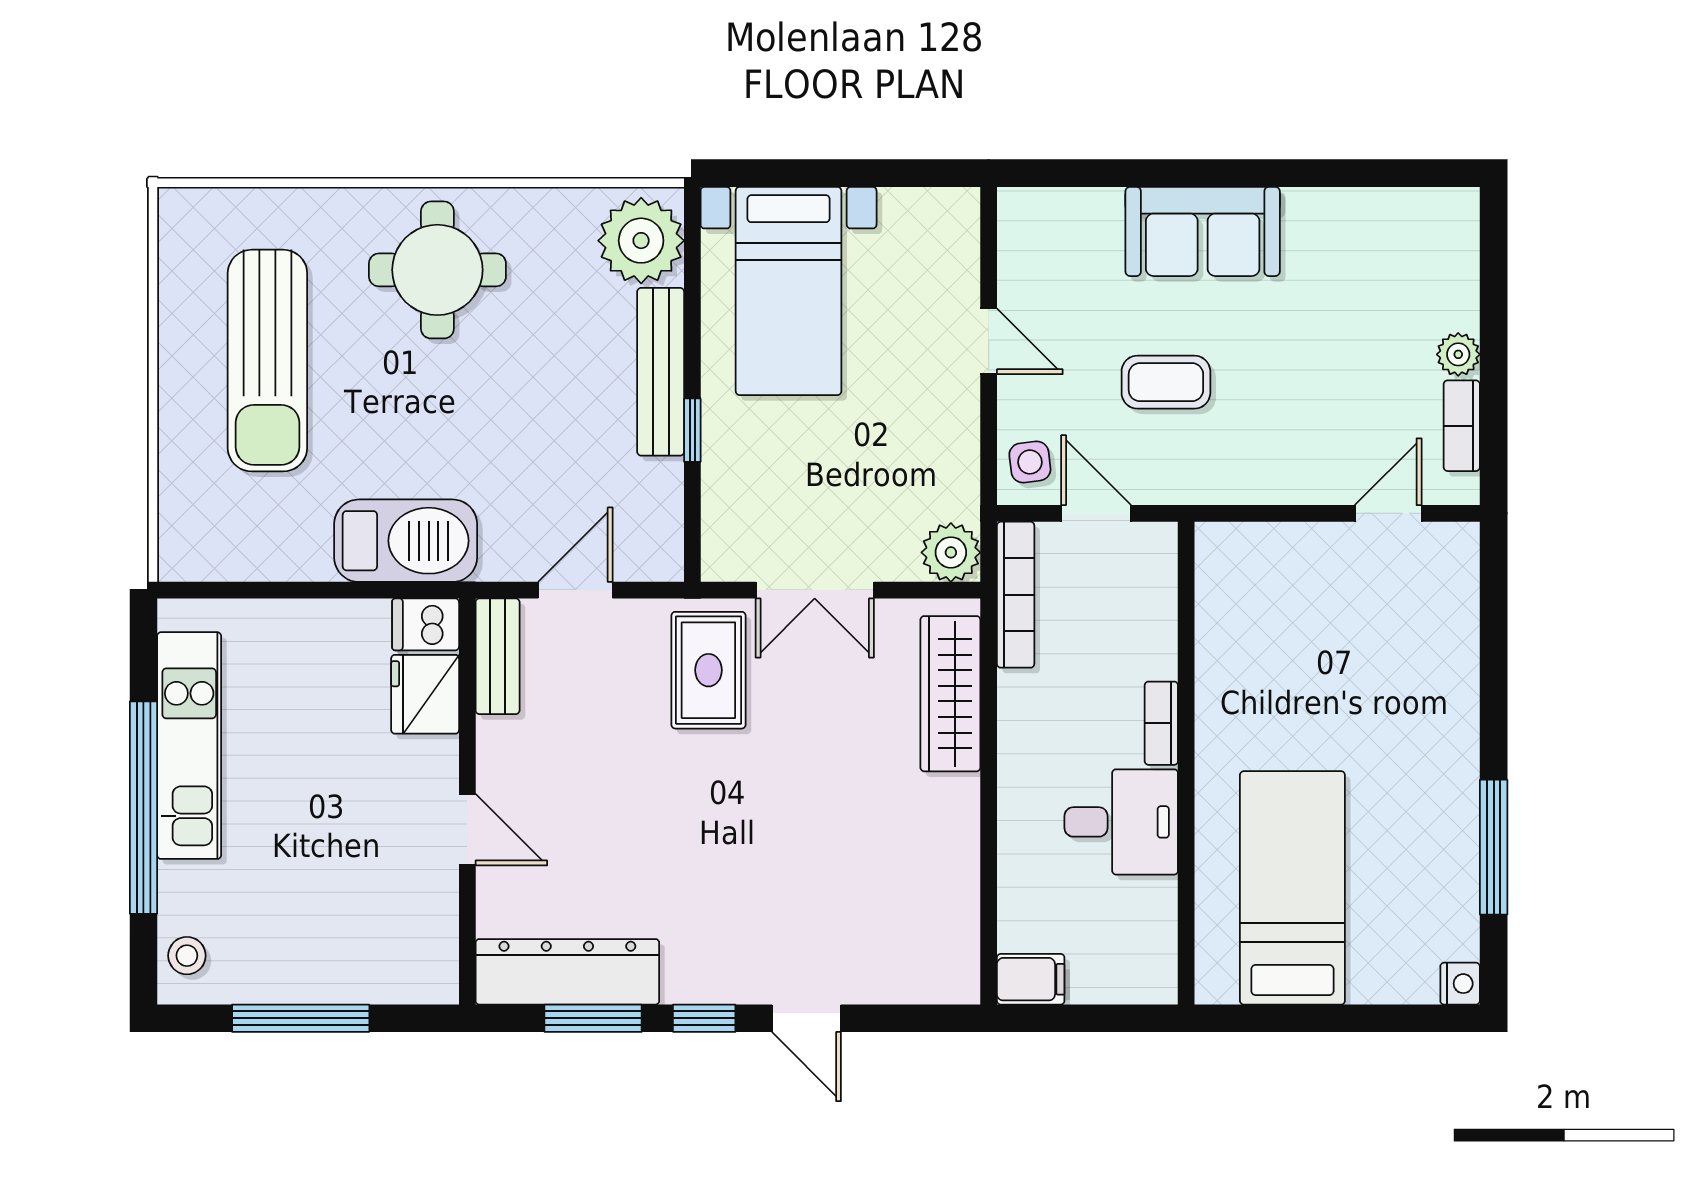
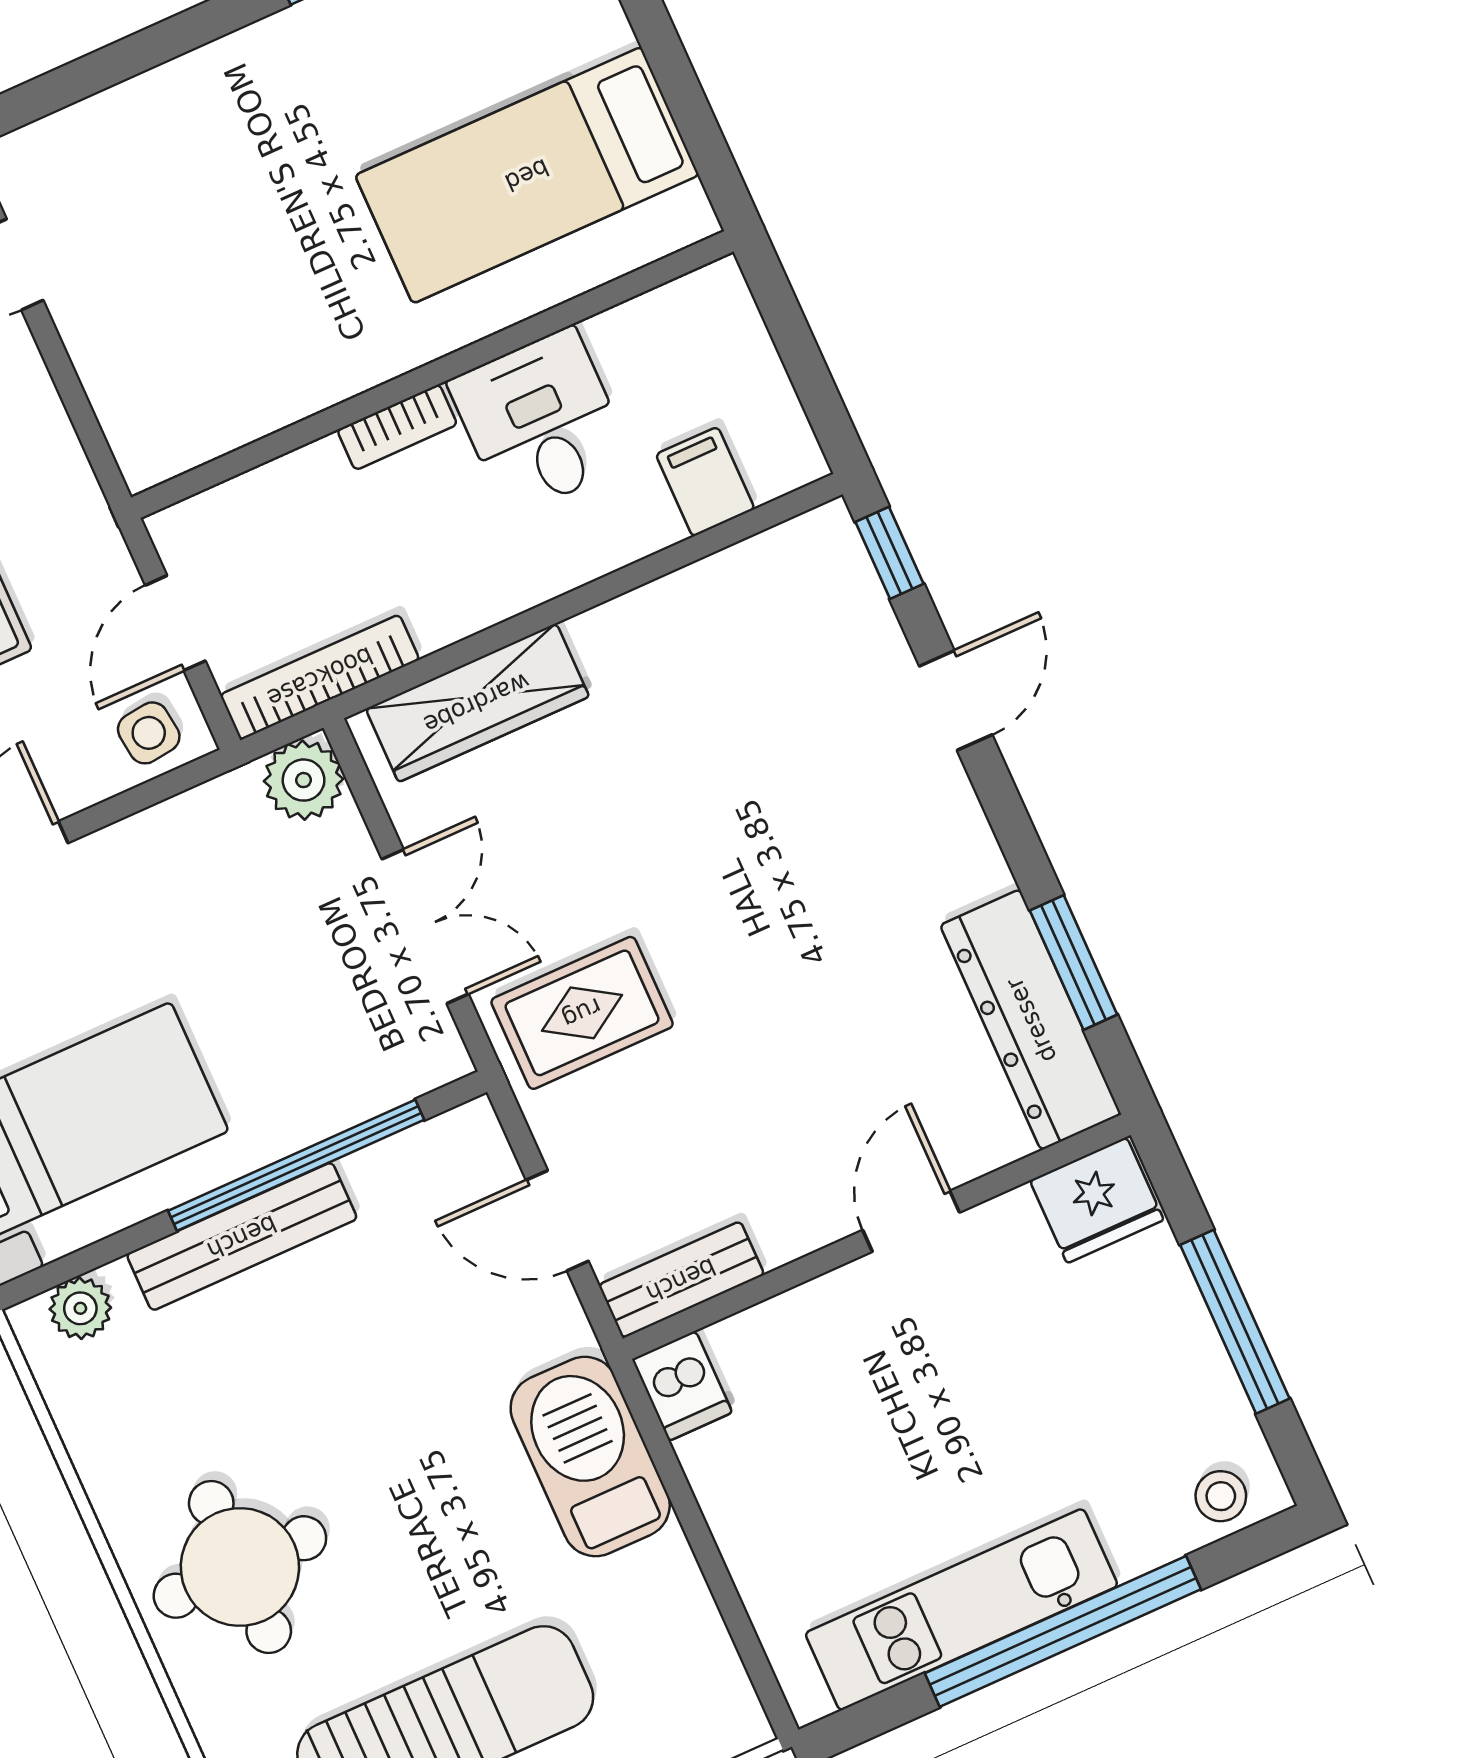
plant: (641, 241) -> (80, 1308), width x0.53, depth x0.53
window: (692, 430) -> (296, 1165), width x3.17
fridge: (425, 694) -> (1097, 1200), moved
filing cabinet: (1031, 979) -> (705, 482), moved
window: (704, 1018) -> (889, 553), moved

